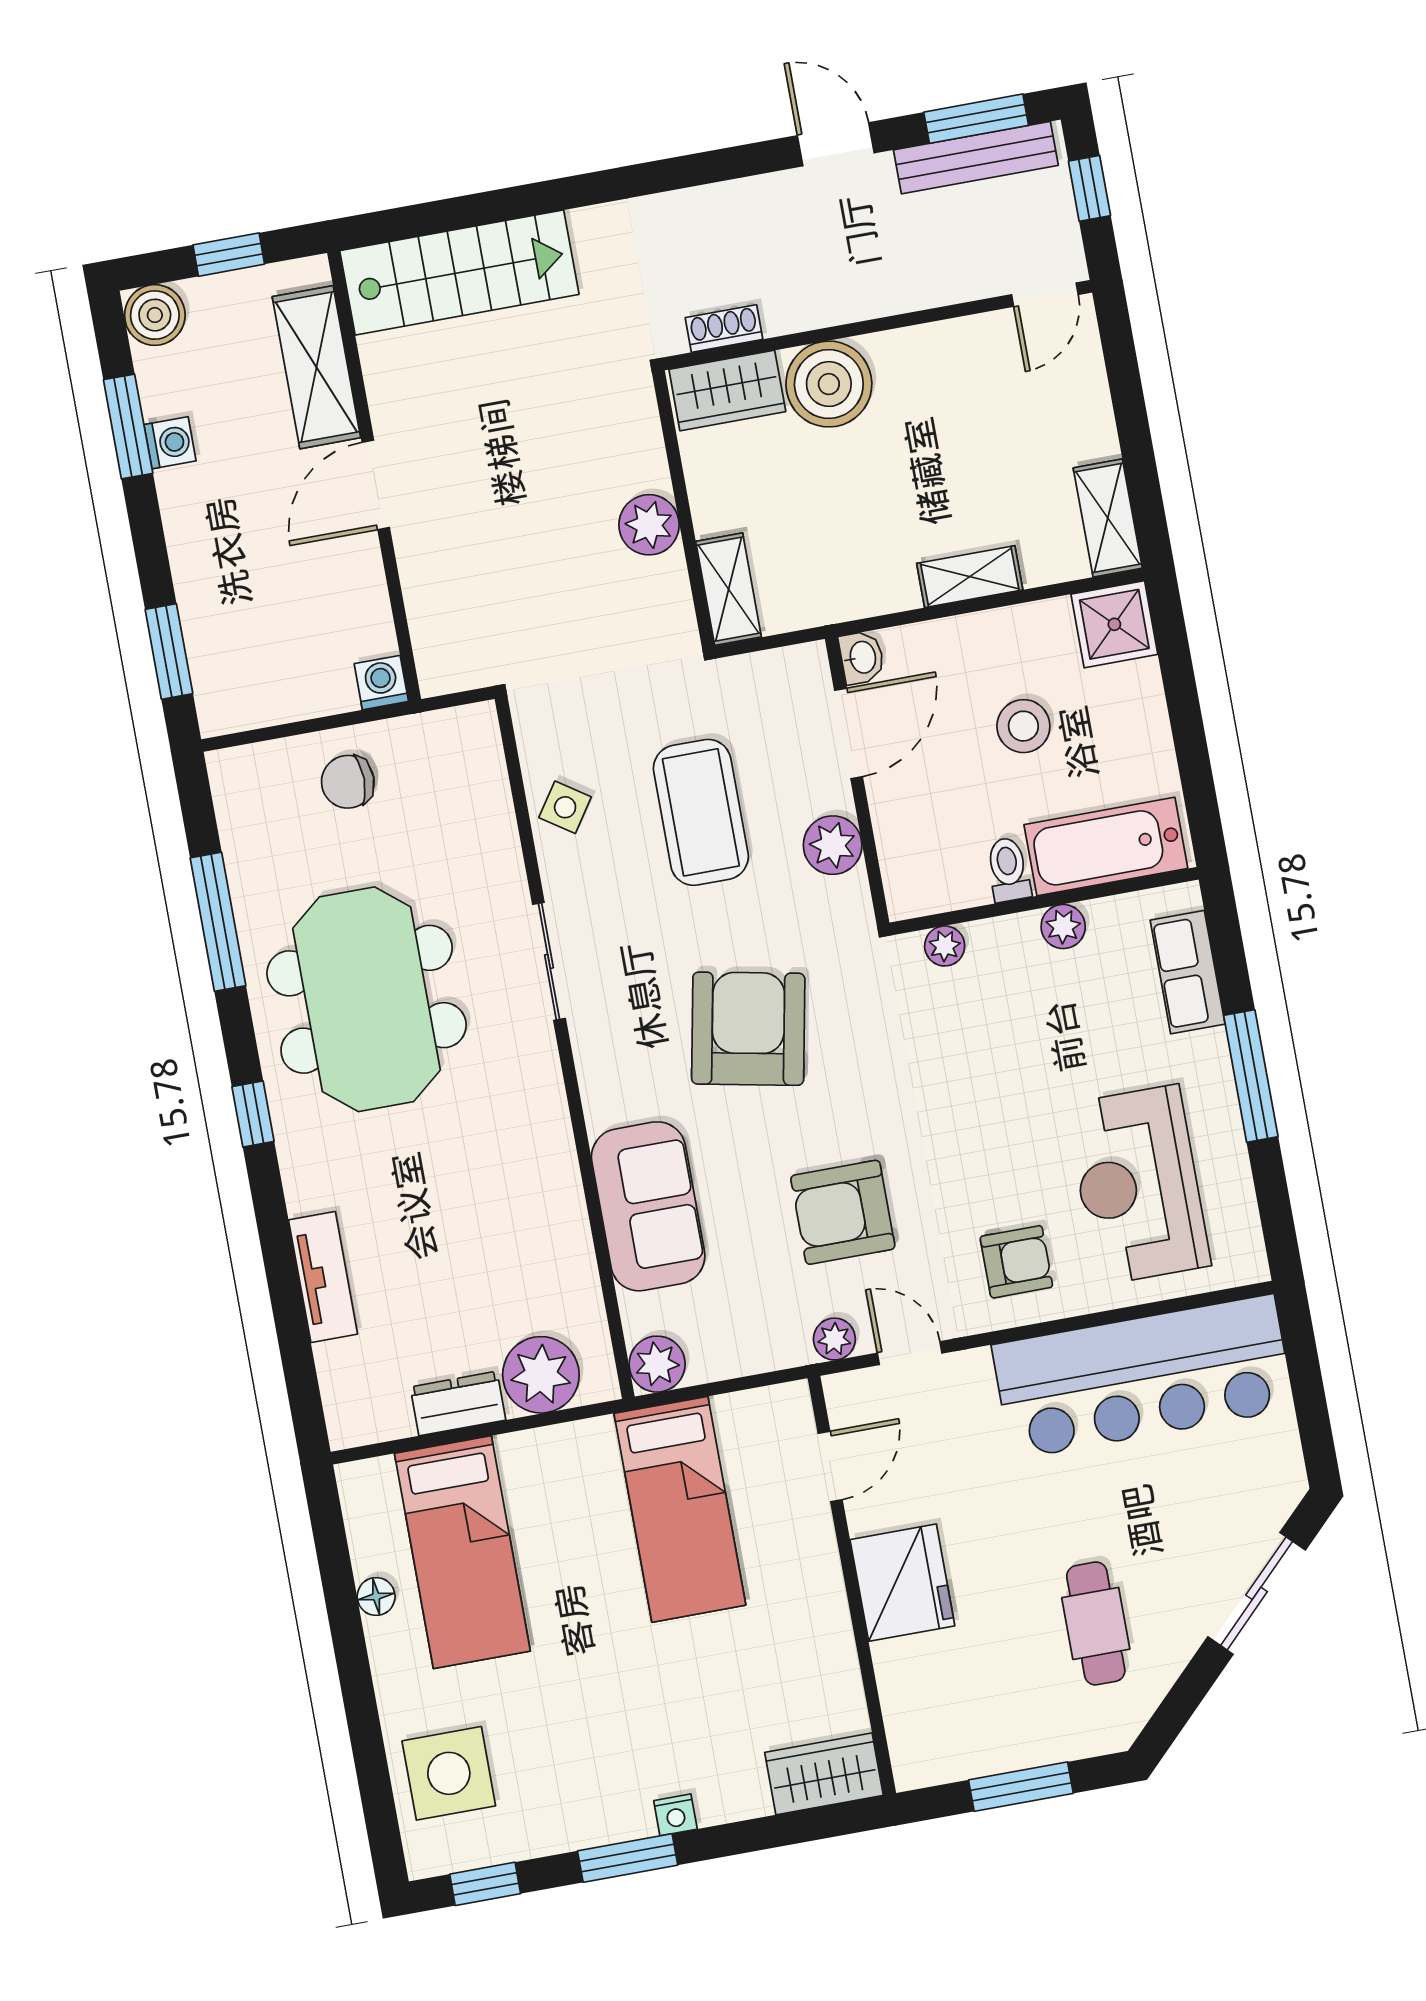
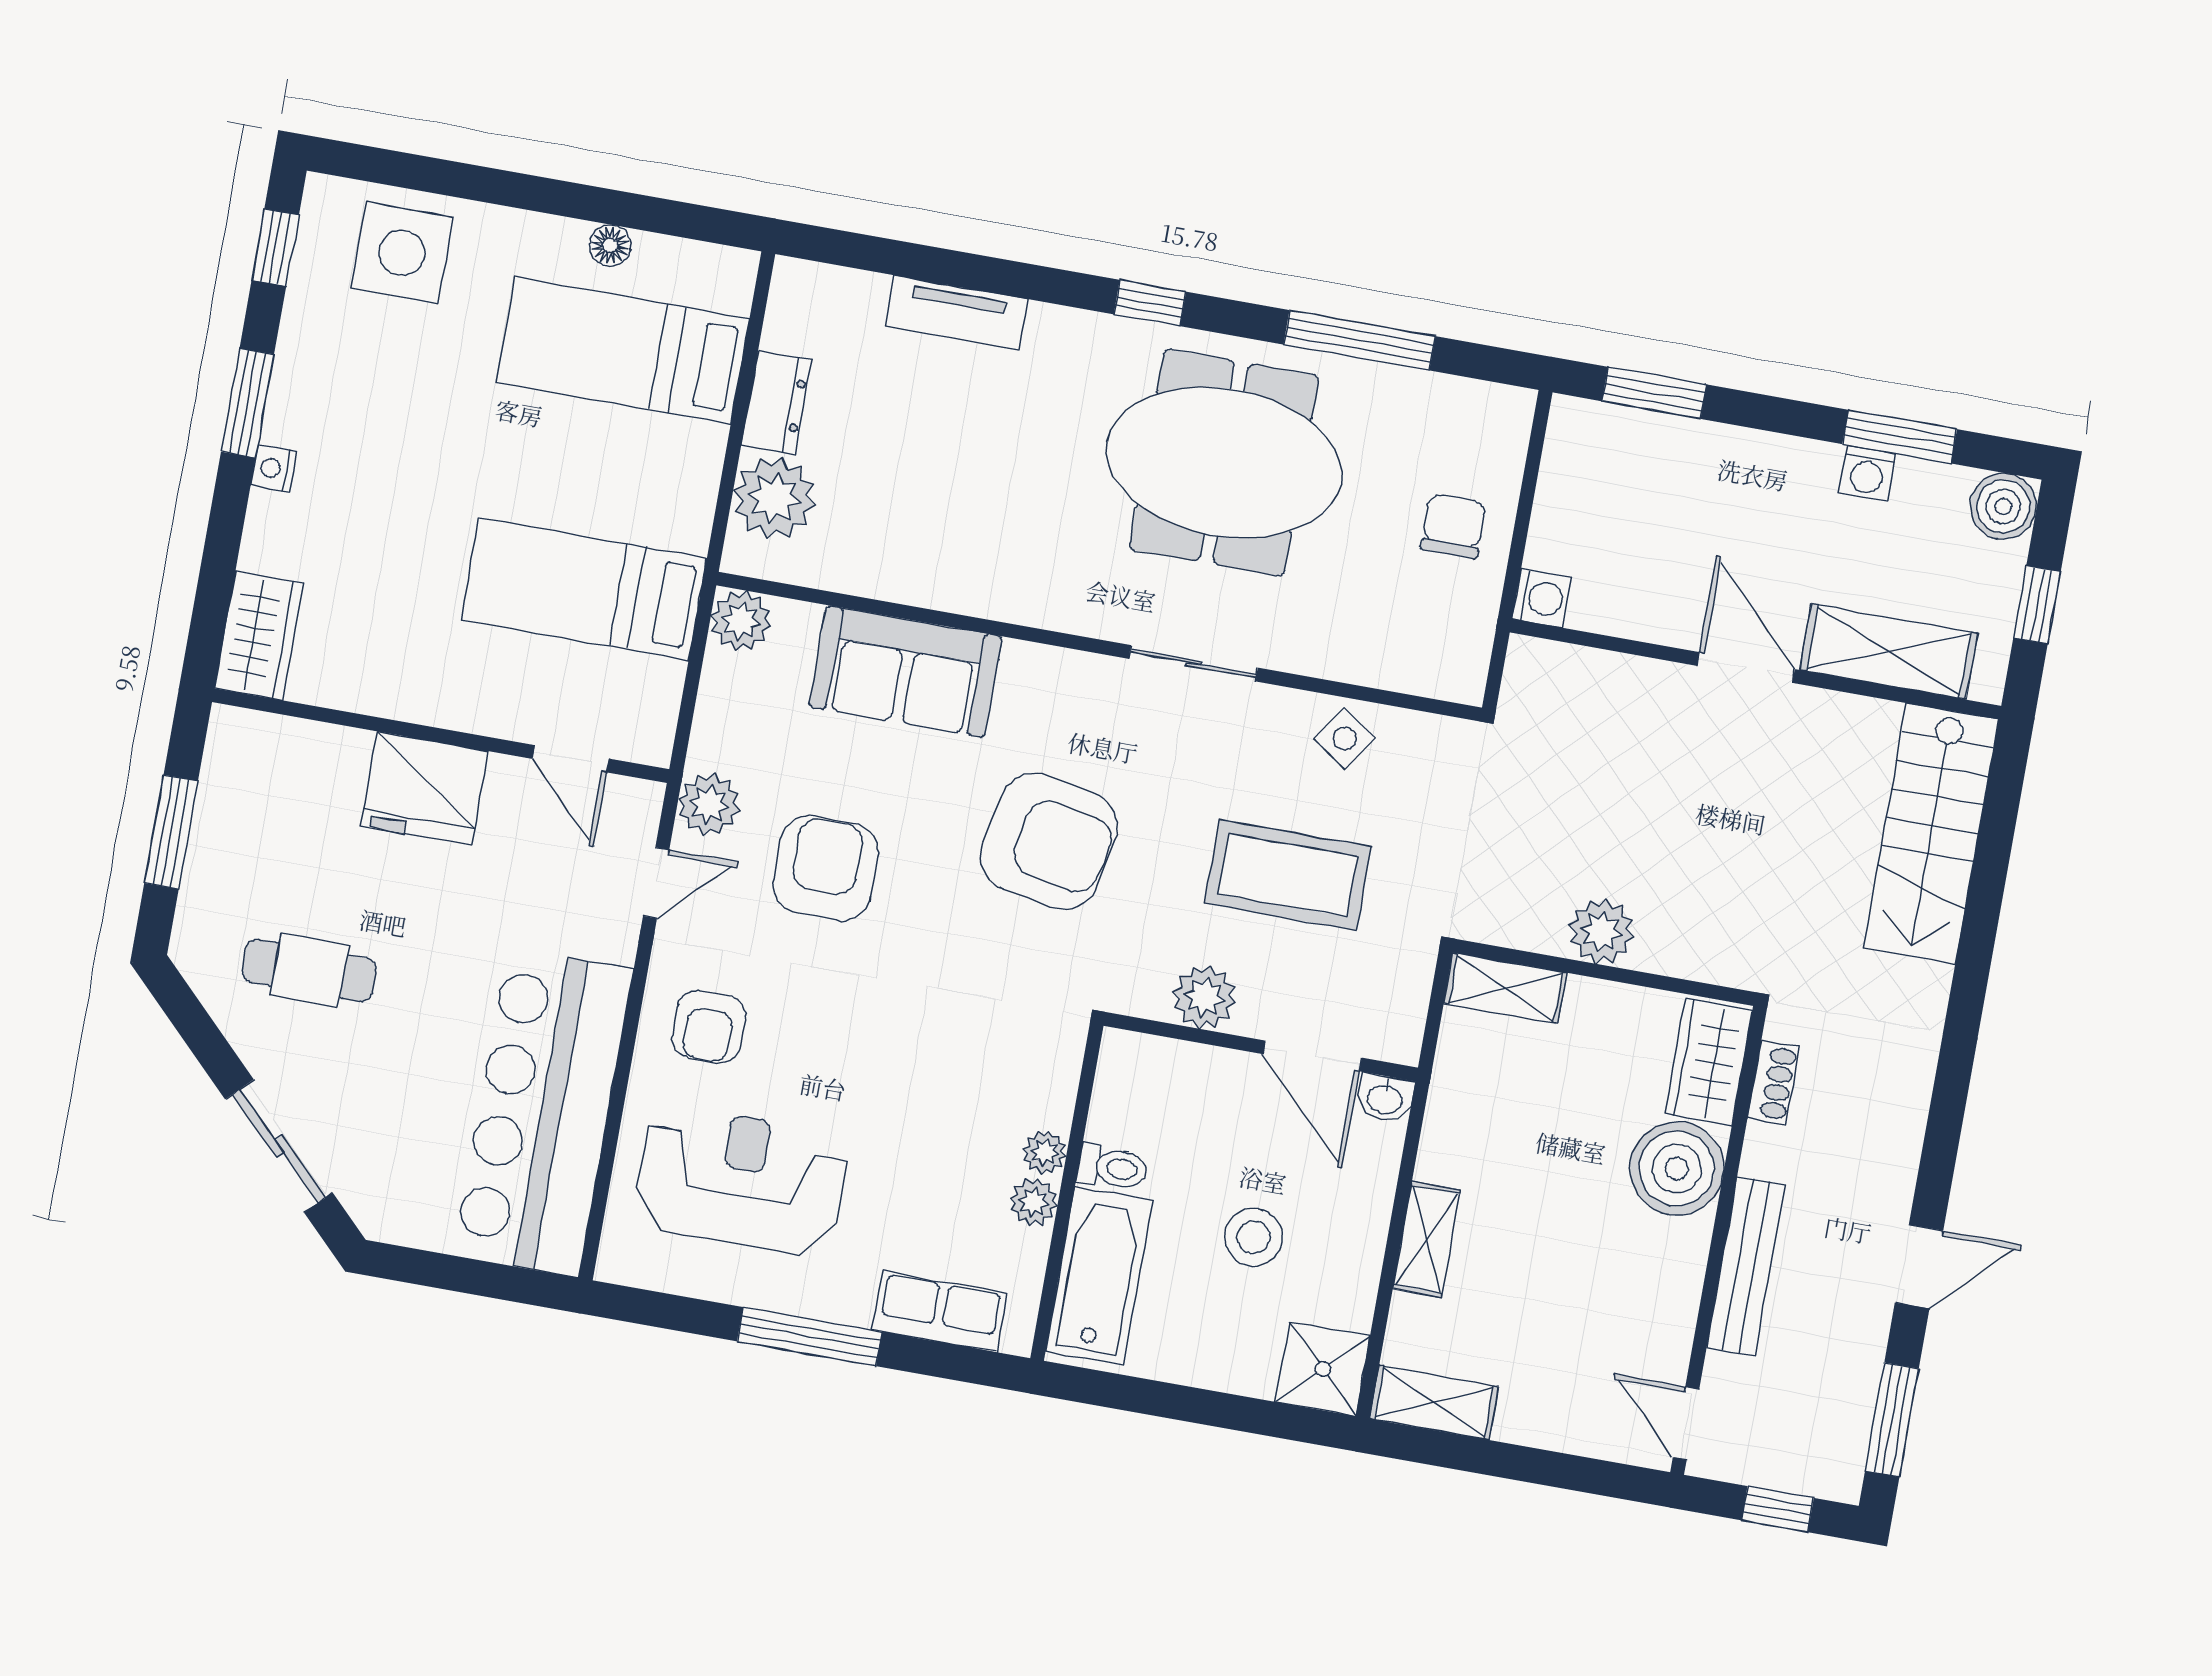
bench: (976, 158) -> (1746, 1266), moved
plant: (945, 946) -> (1045, 1152), moved
plant: (834, 1339) -> (709, 804), width x1.38, depth x1.38

